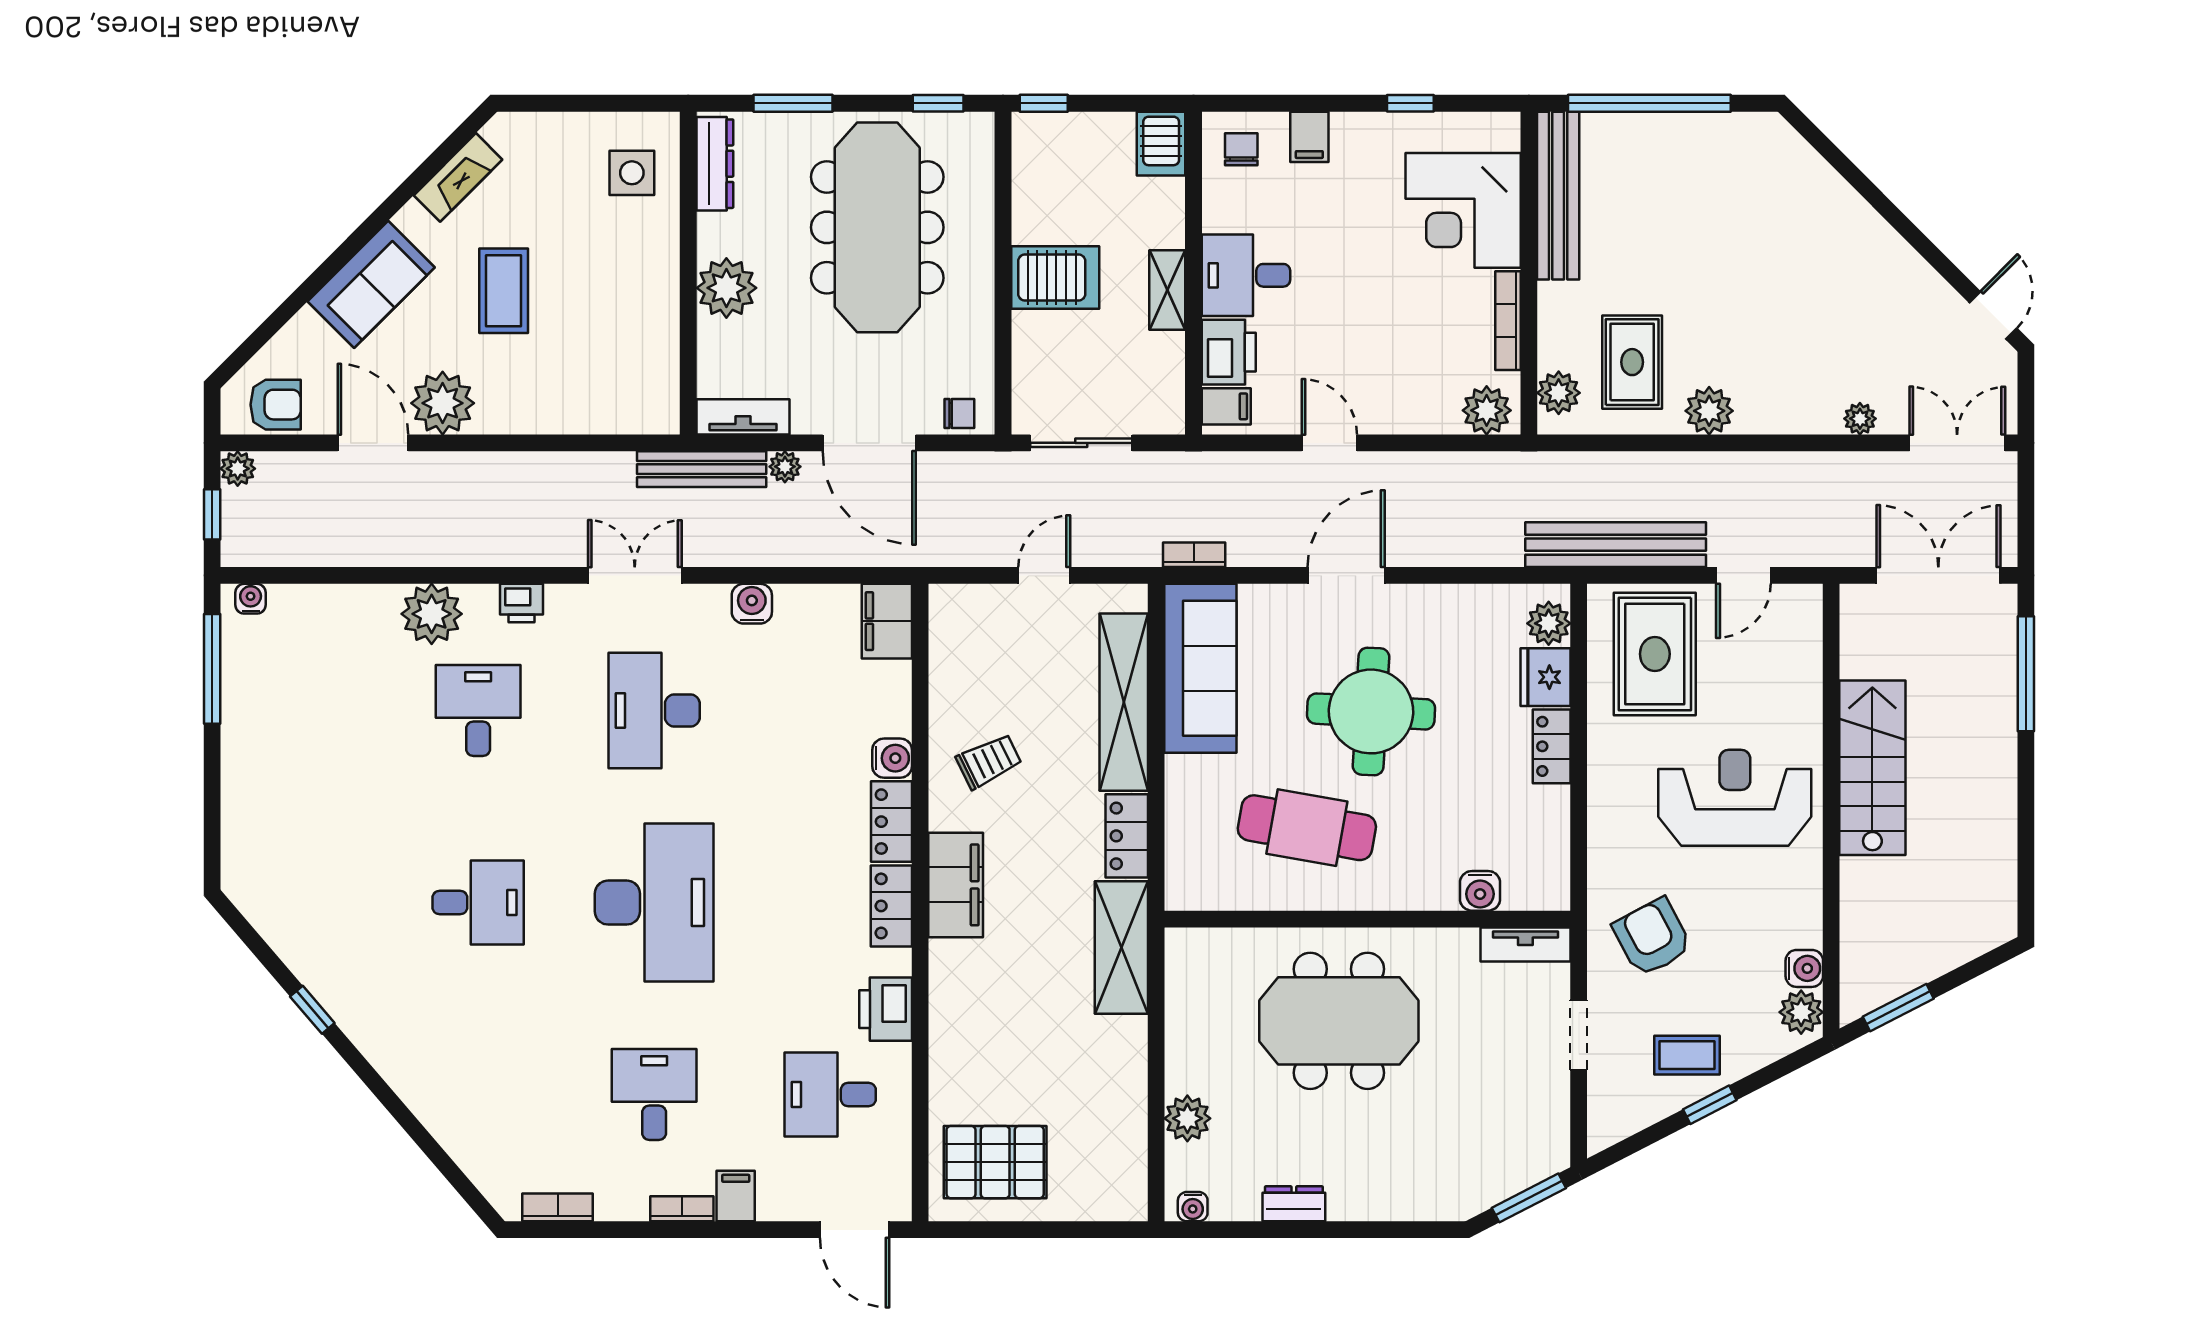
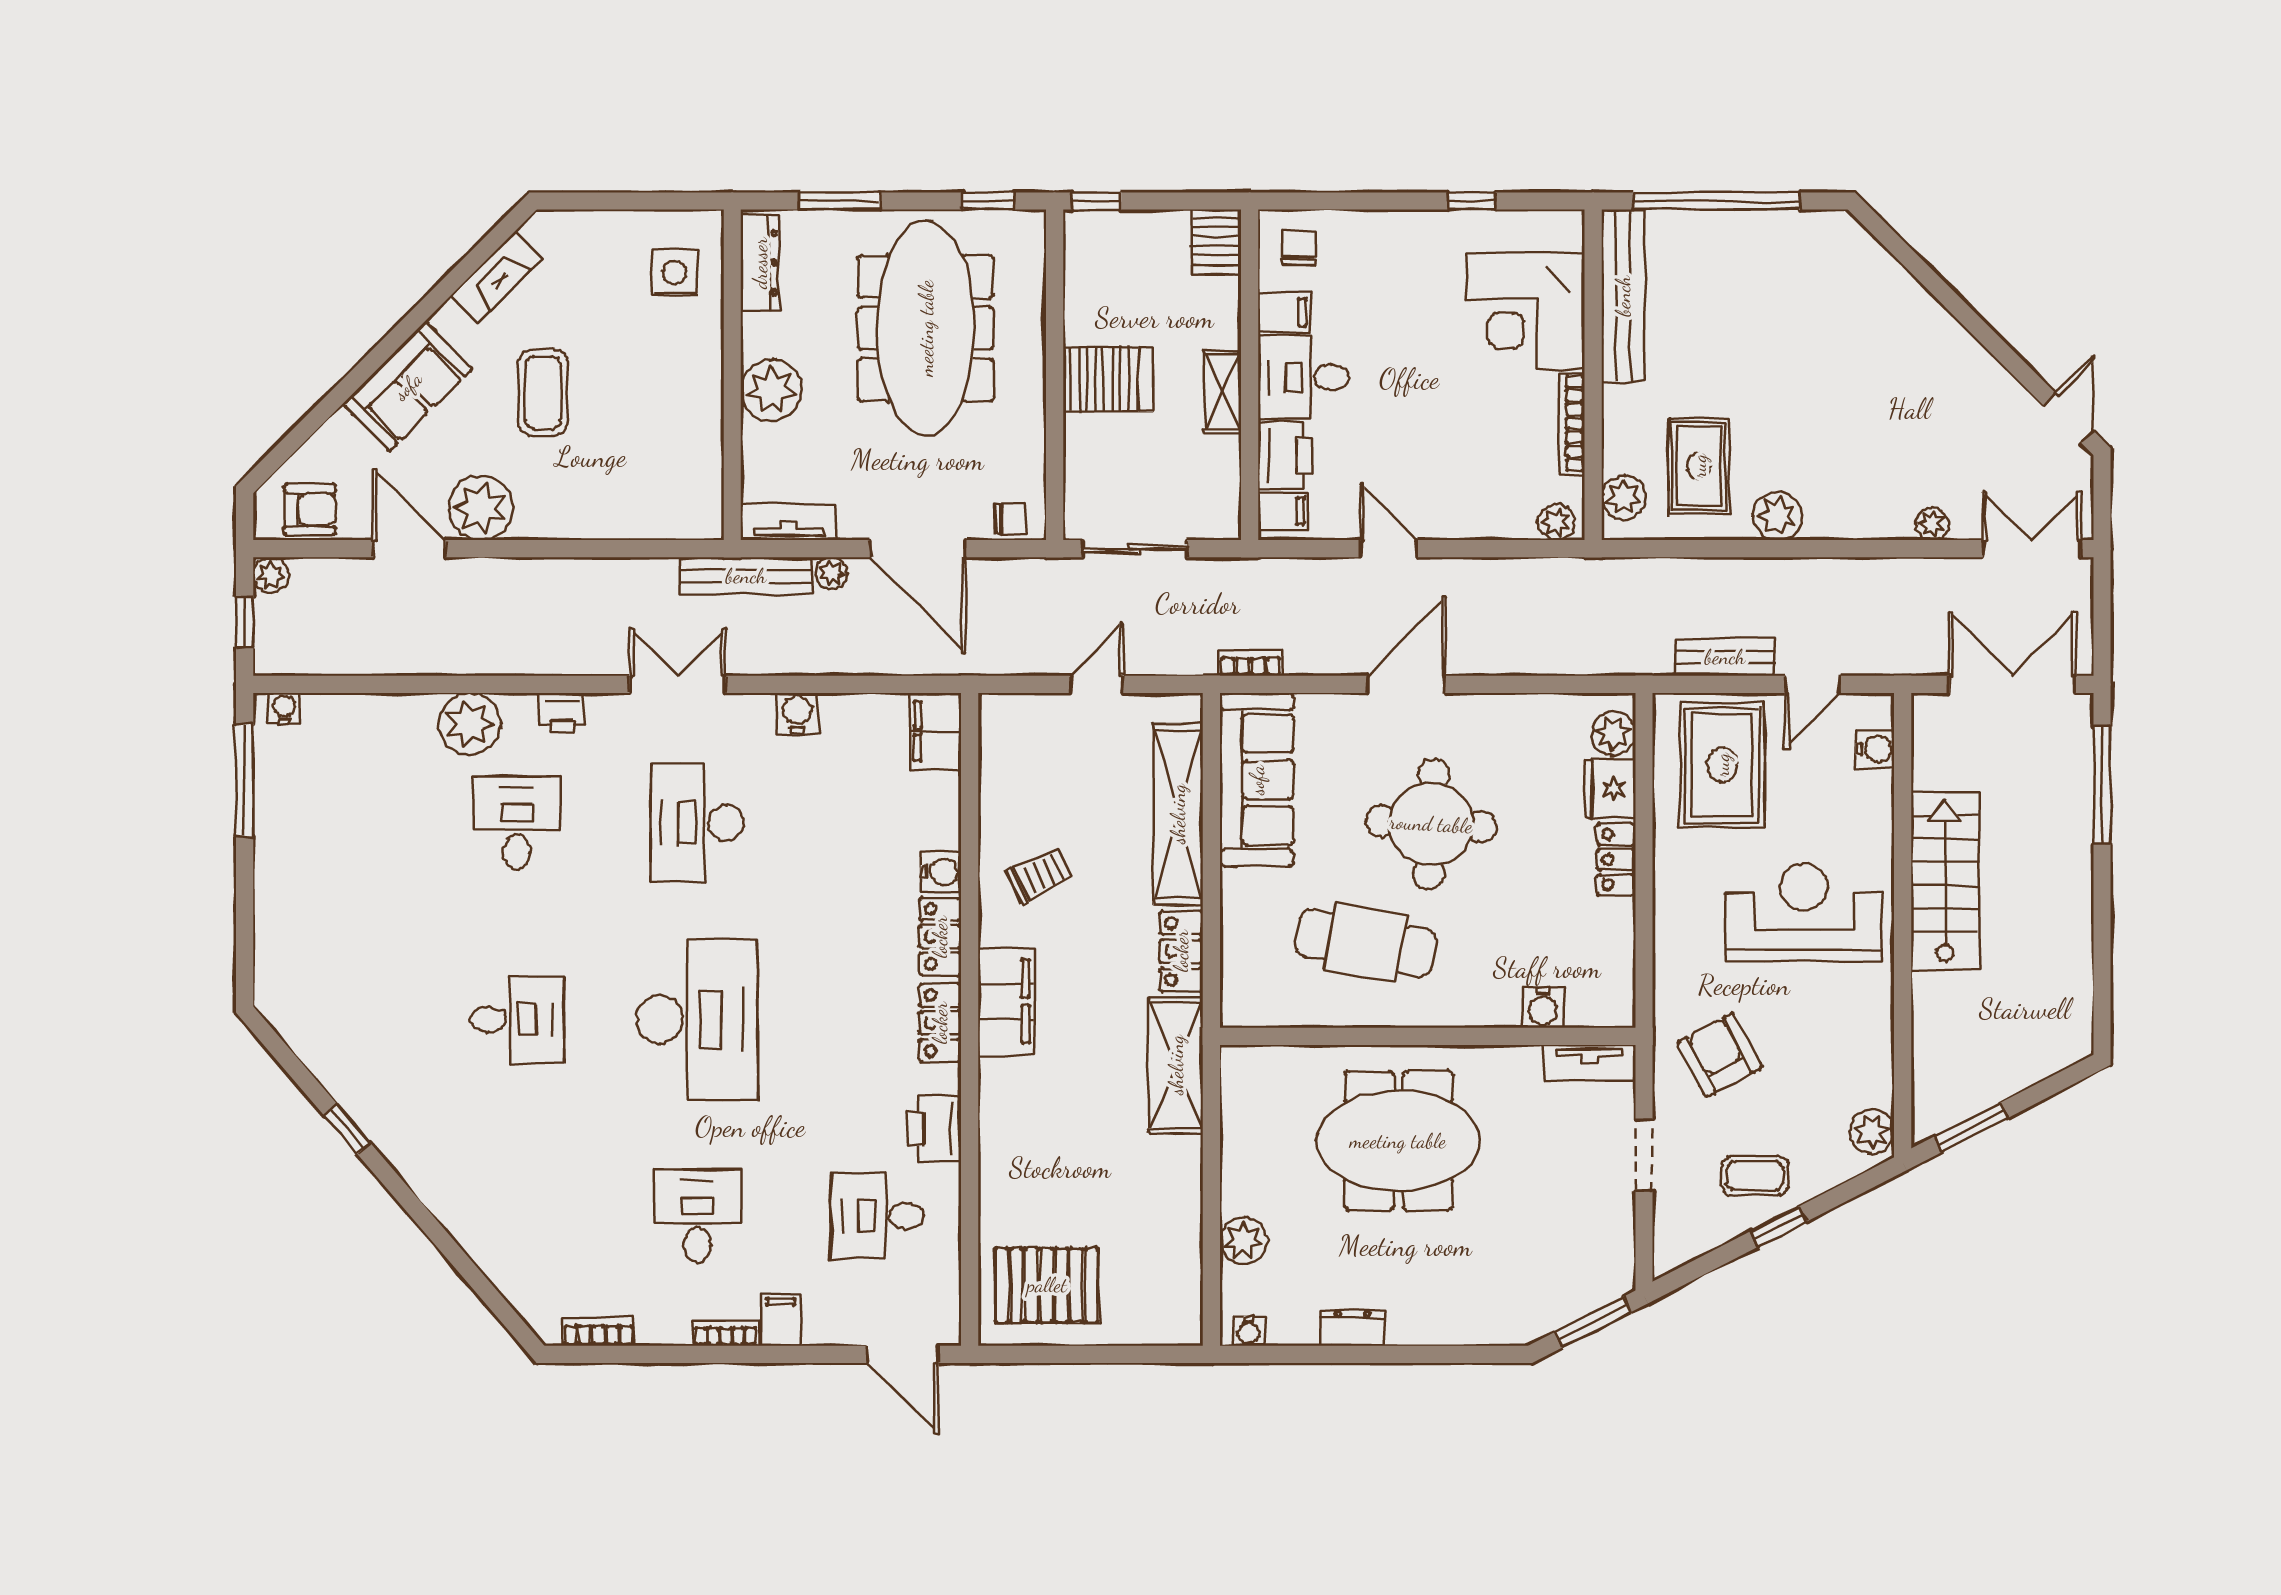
filing cabinet: (1309, 137) -> (1284, 312), moved, turned -90
plant: (1487, 410) -> (1557, 522), width x0.73, depth x0.73
bench: (1616, 545) -> (1725, 657), width x0.54, depth x0.82
water cooler: (1804, 968) -> (1875, 749), moved

